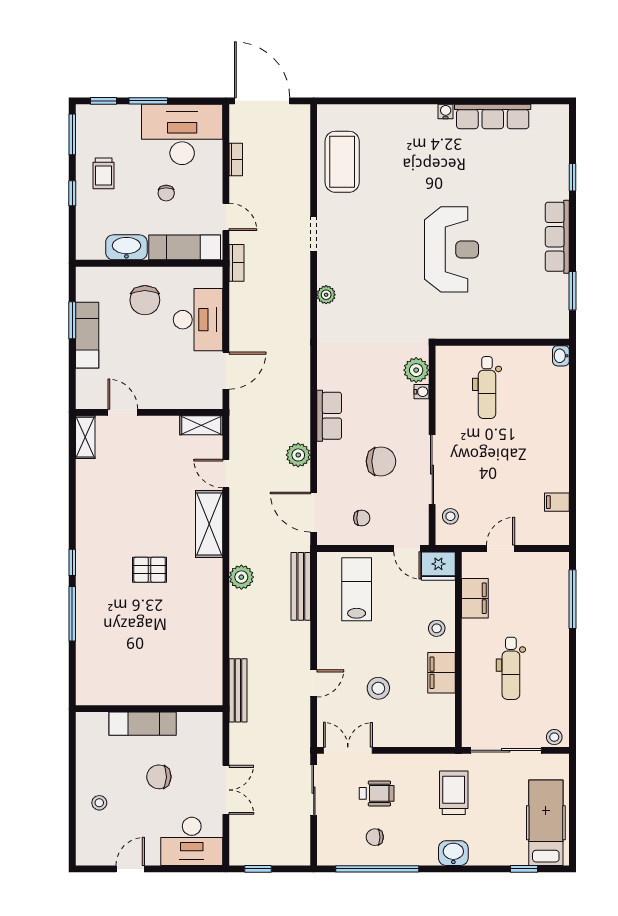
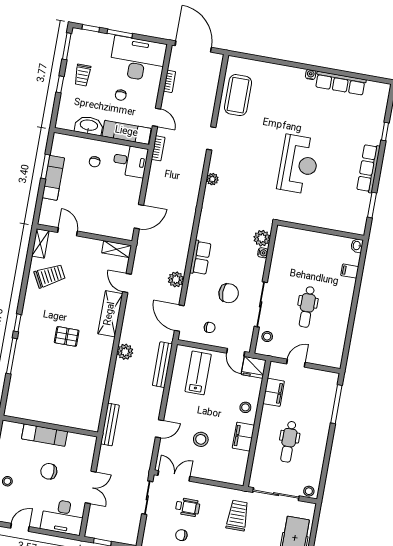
chair: (145, 300) -> (95, 162), width x0.54, depth x0.54
desk: (198, 320) -> (130, 161), moved, width x0.73
dental chair: (487, 388) -> (307, 307), moved
trolley: (108, 483) -> (50, 276), added
filing cabinet: (557, 502) -> (350, 271), moved

